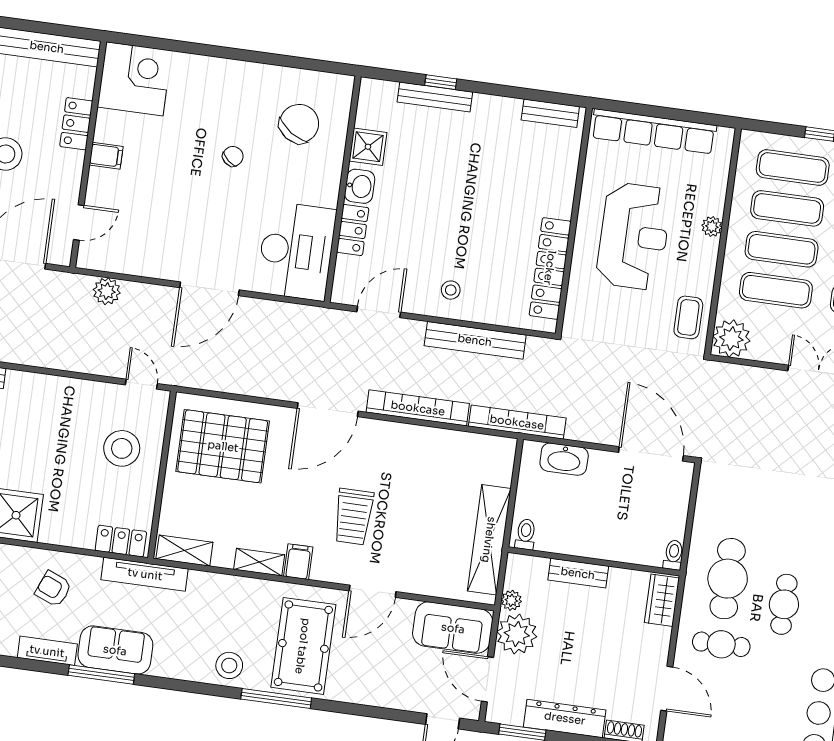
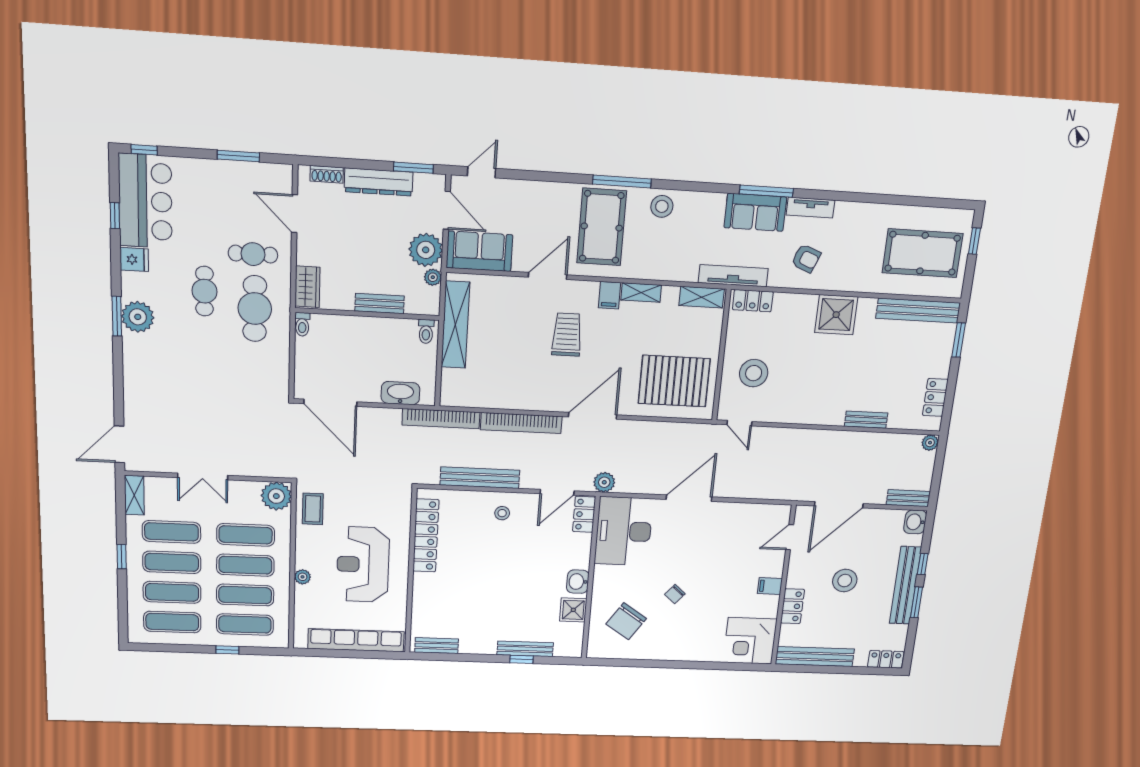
locker: (353, 230) -> (584, 514), moved
plant: (107, 291) -> (604, 482), moved

